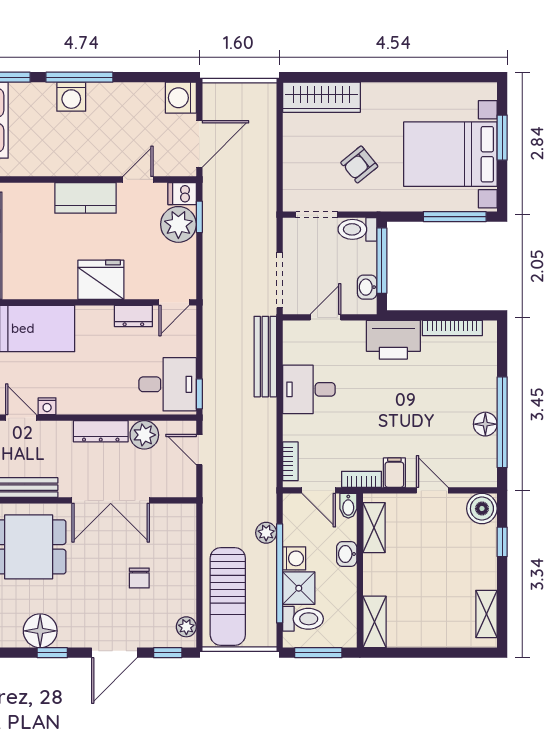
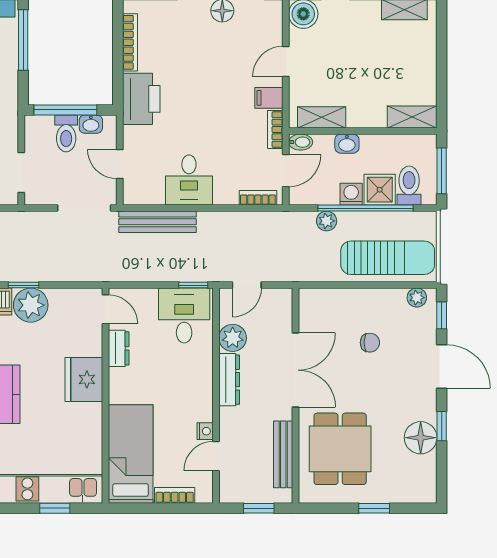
toilet: (357, 229) -> (66, 133), moved

